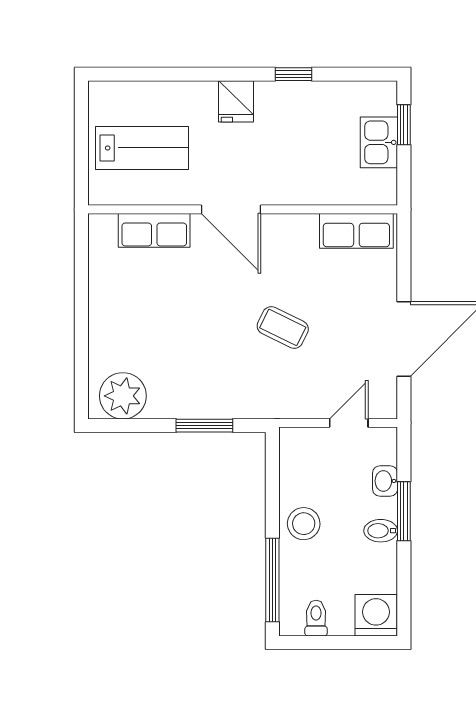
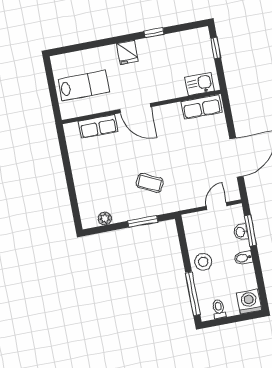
kitchen sink: (379, 142) -> (199, 84), moved, turned 90
coffee table: (283, 327) -> (150, 183), moved
plant: (123, 396) -> (105, 219), width x0.53, depth x0.53
window: (404, 511) -> (250, 230), moved

